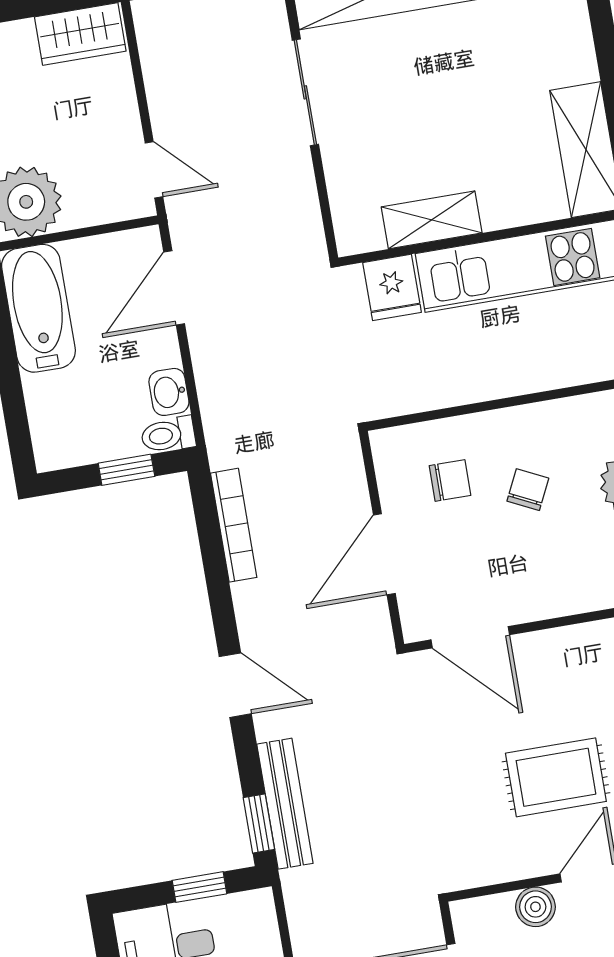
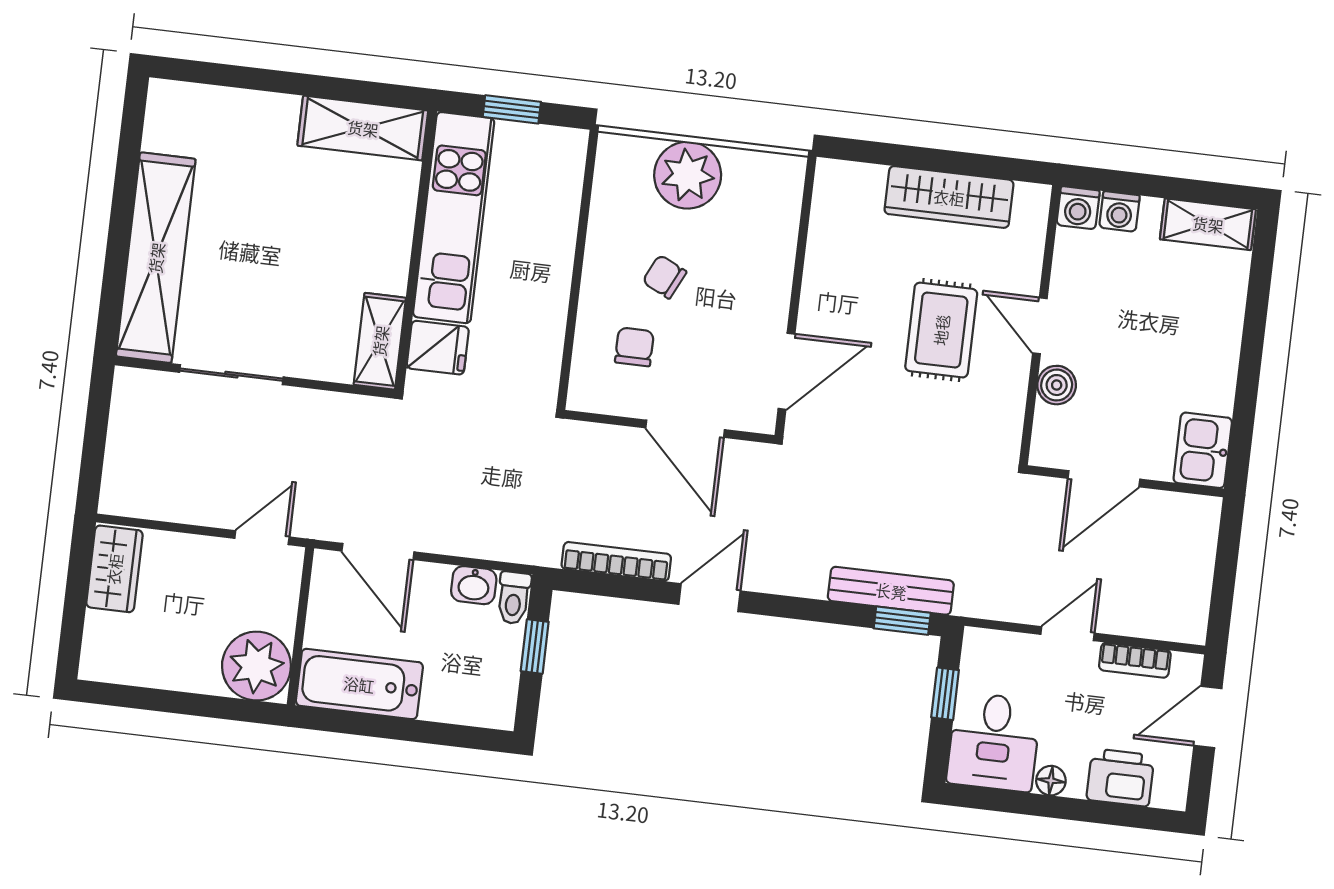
shelving: (432, 220) -> (380, 341), moved
door: (235, 685) -> (709, 598), moved

